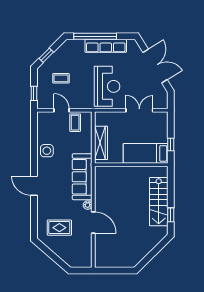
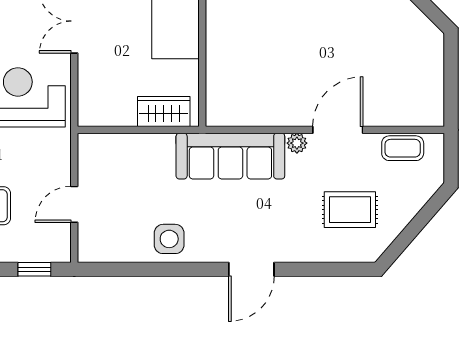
coffee table: (75, 123) -> (403, 148), moved
wardrobe: (101, 143) -> (164, 111), width x0.67
rug: (59, 228) -> (350, 210), turned 90

